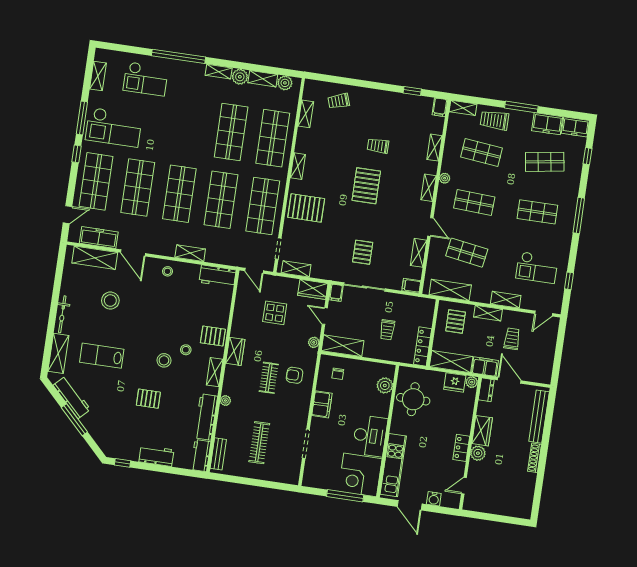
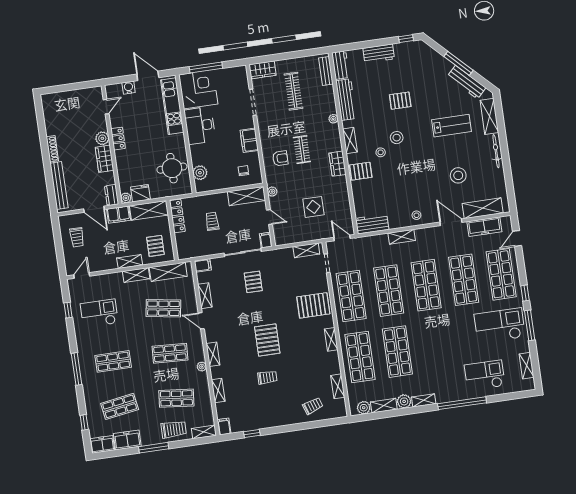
wardrobe: (313, 289) -> (263, 70), moved, turned 180
shelving: (506, 300) -> (136, 275), moved
trolley: (512, 339) -> (77, 237), moved

